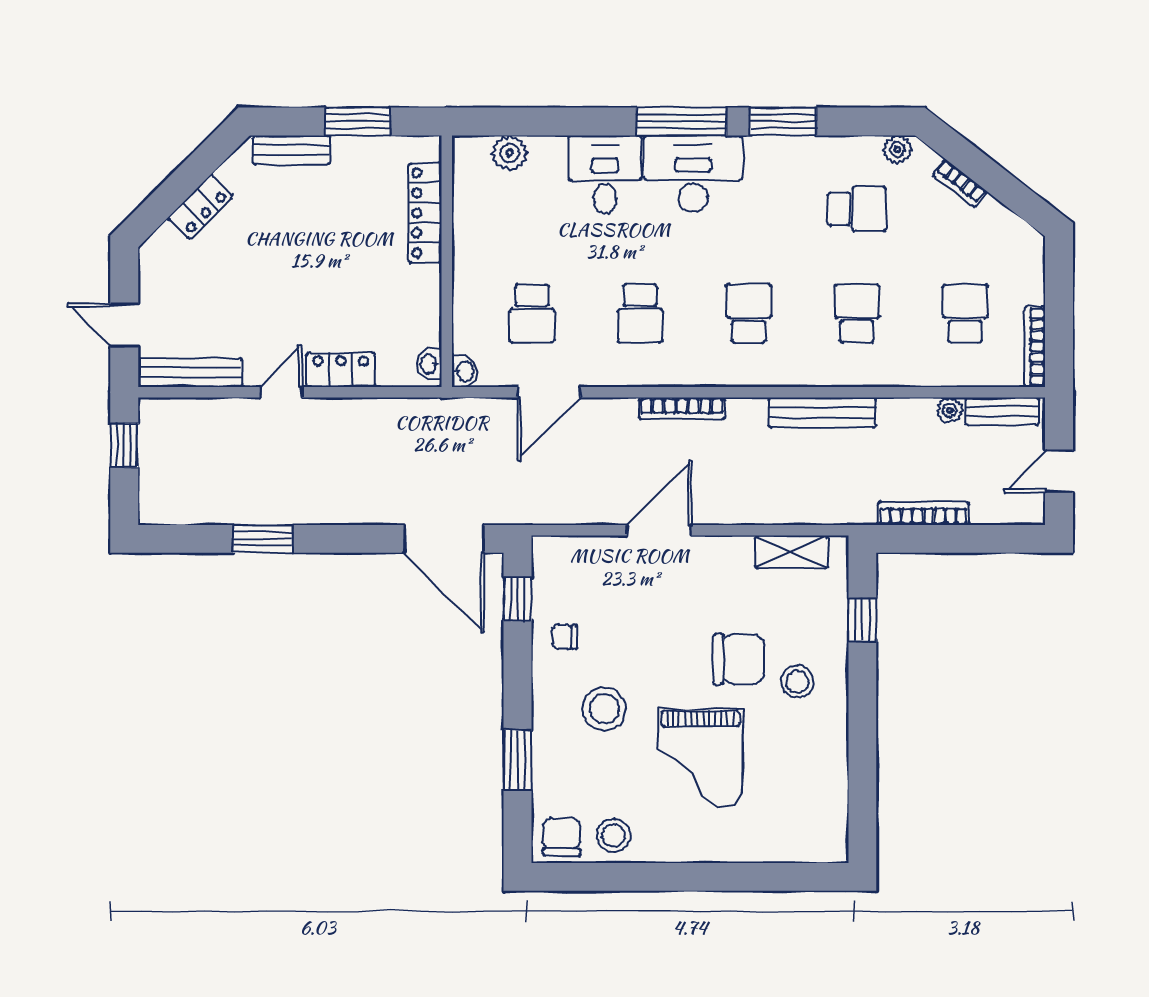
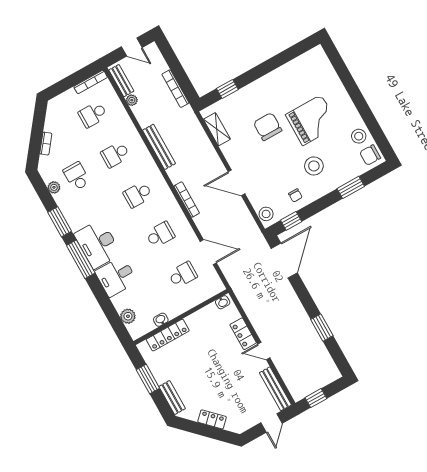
plant: (898, 149) -> (54, 187), moved
washbasin: (465, 371) -> (161, 320), moved
stool: (797, 682) -> (266, 214), moved

